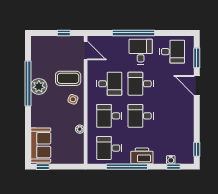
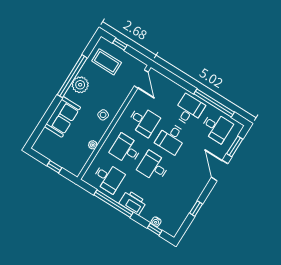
window: (64, 33) -> (120, 44), moved
window: (134, 33) -> (214, 103), moved
coffee table: (68, 78) -> (107, 62), moved
desk: (141, 84) -> (171, 138), turned -90
sofa: (41, 145) -> (62, 117), moved
desk: (109, 148) -> (108, 178), turned 180
window: (197, 149) -> (196, 209), moved
window: (43, 167) -> (54, 167), moved

